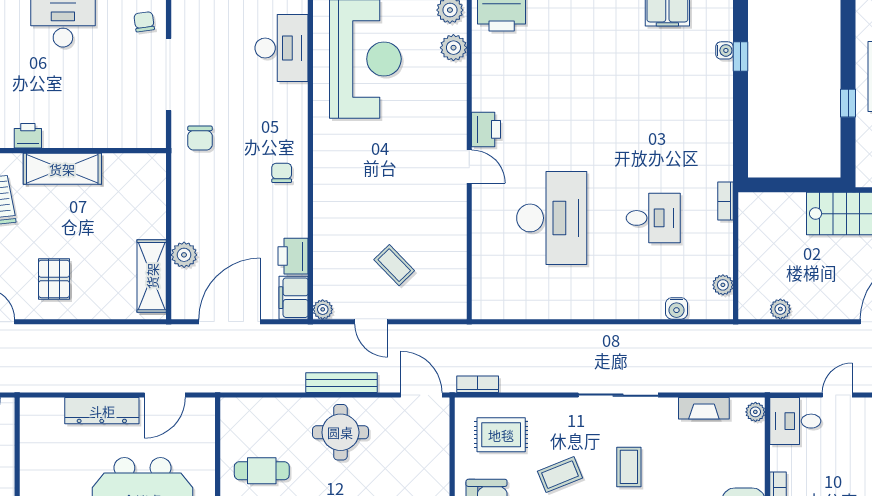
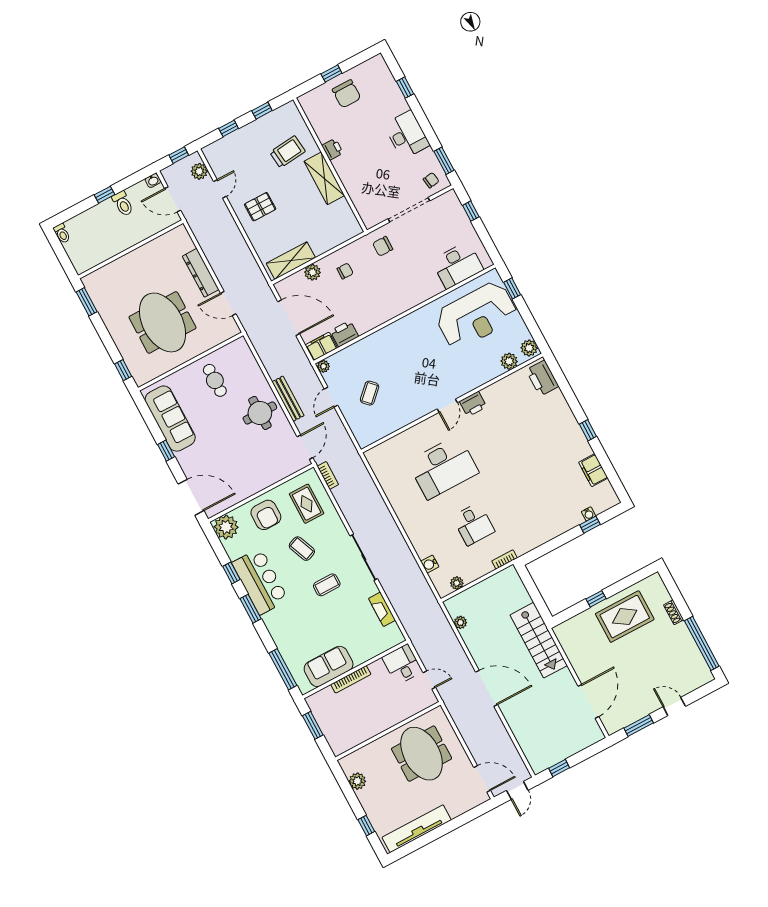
chair: (282, 173) -> (345, 271), moved
plant: (755, 412) -> (395, 639), removed

